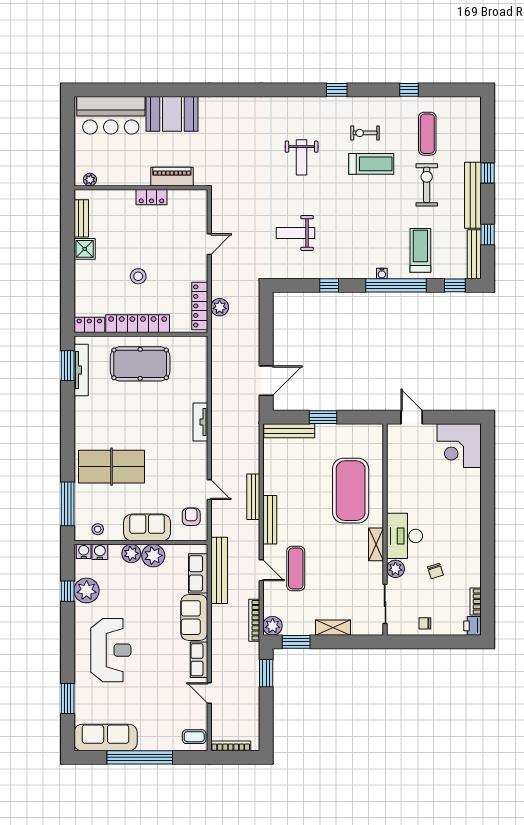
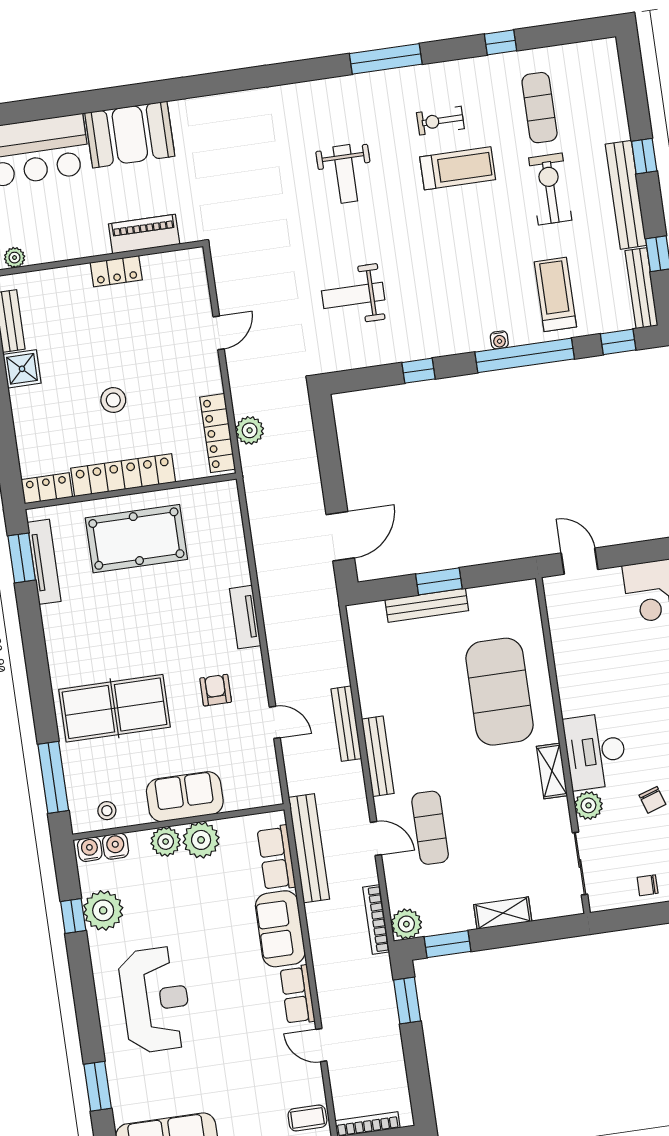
window: (337, 90) -> (386, 59), width x2.17
bench: (289, 431) -> (427, 605), moved
armchair: (191, 517) -> (216, 690), moved

